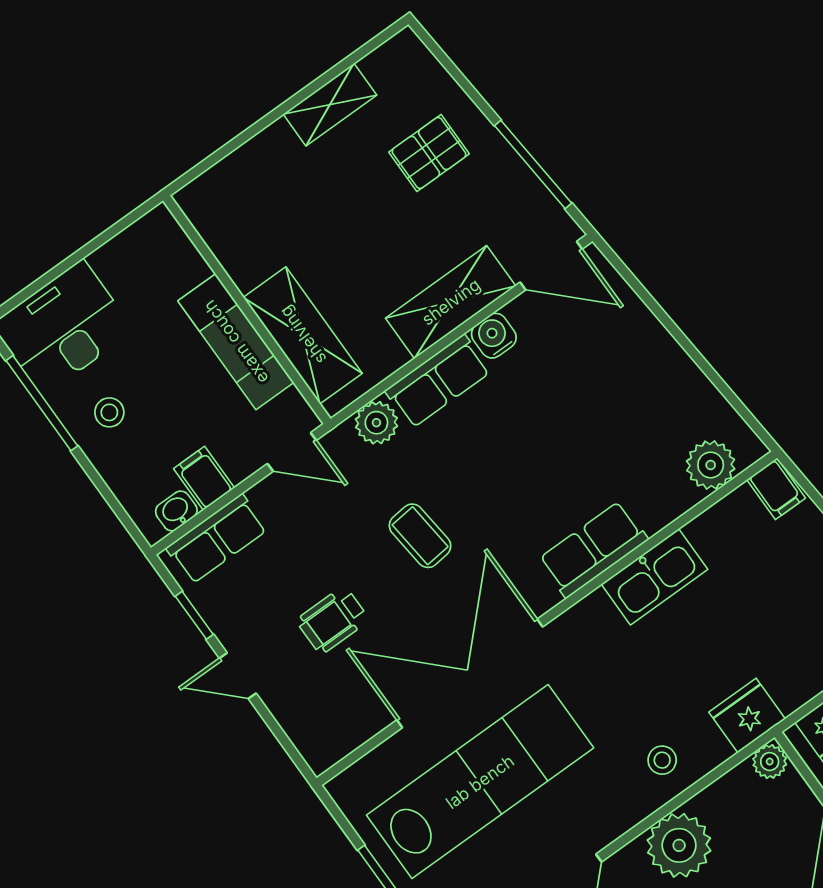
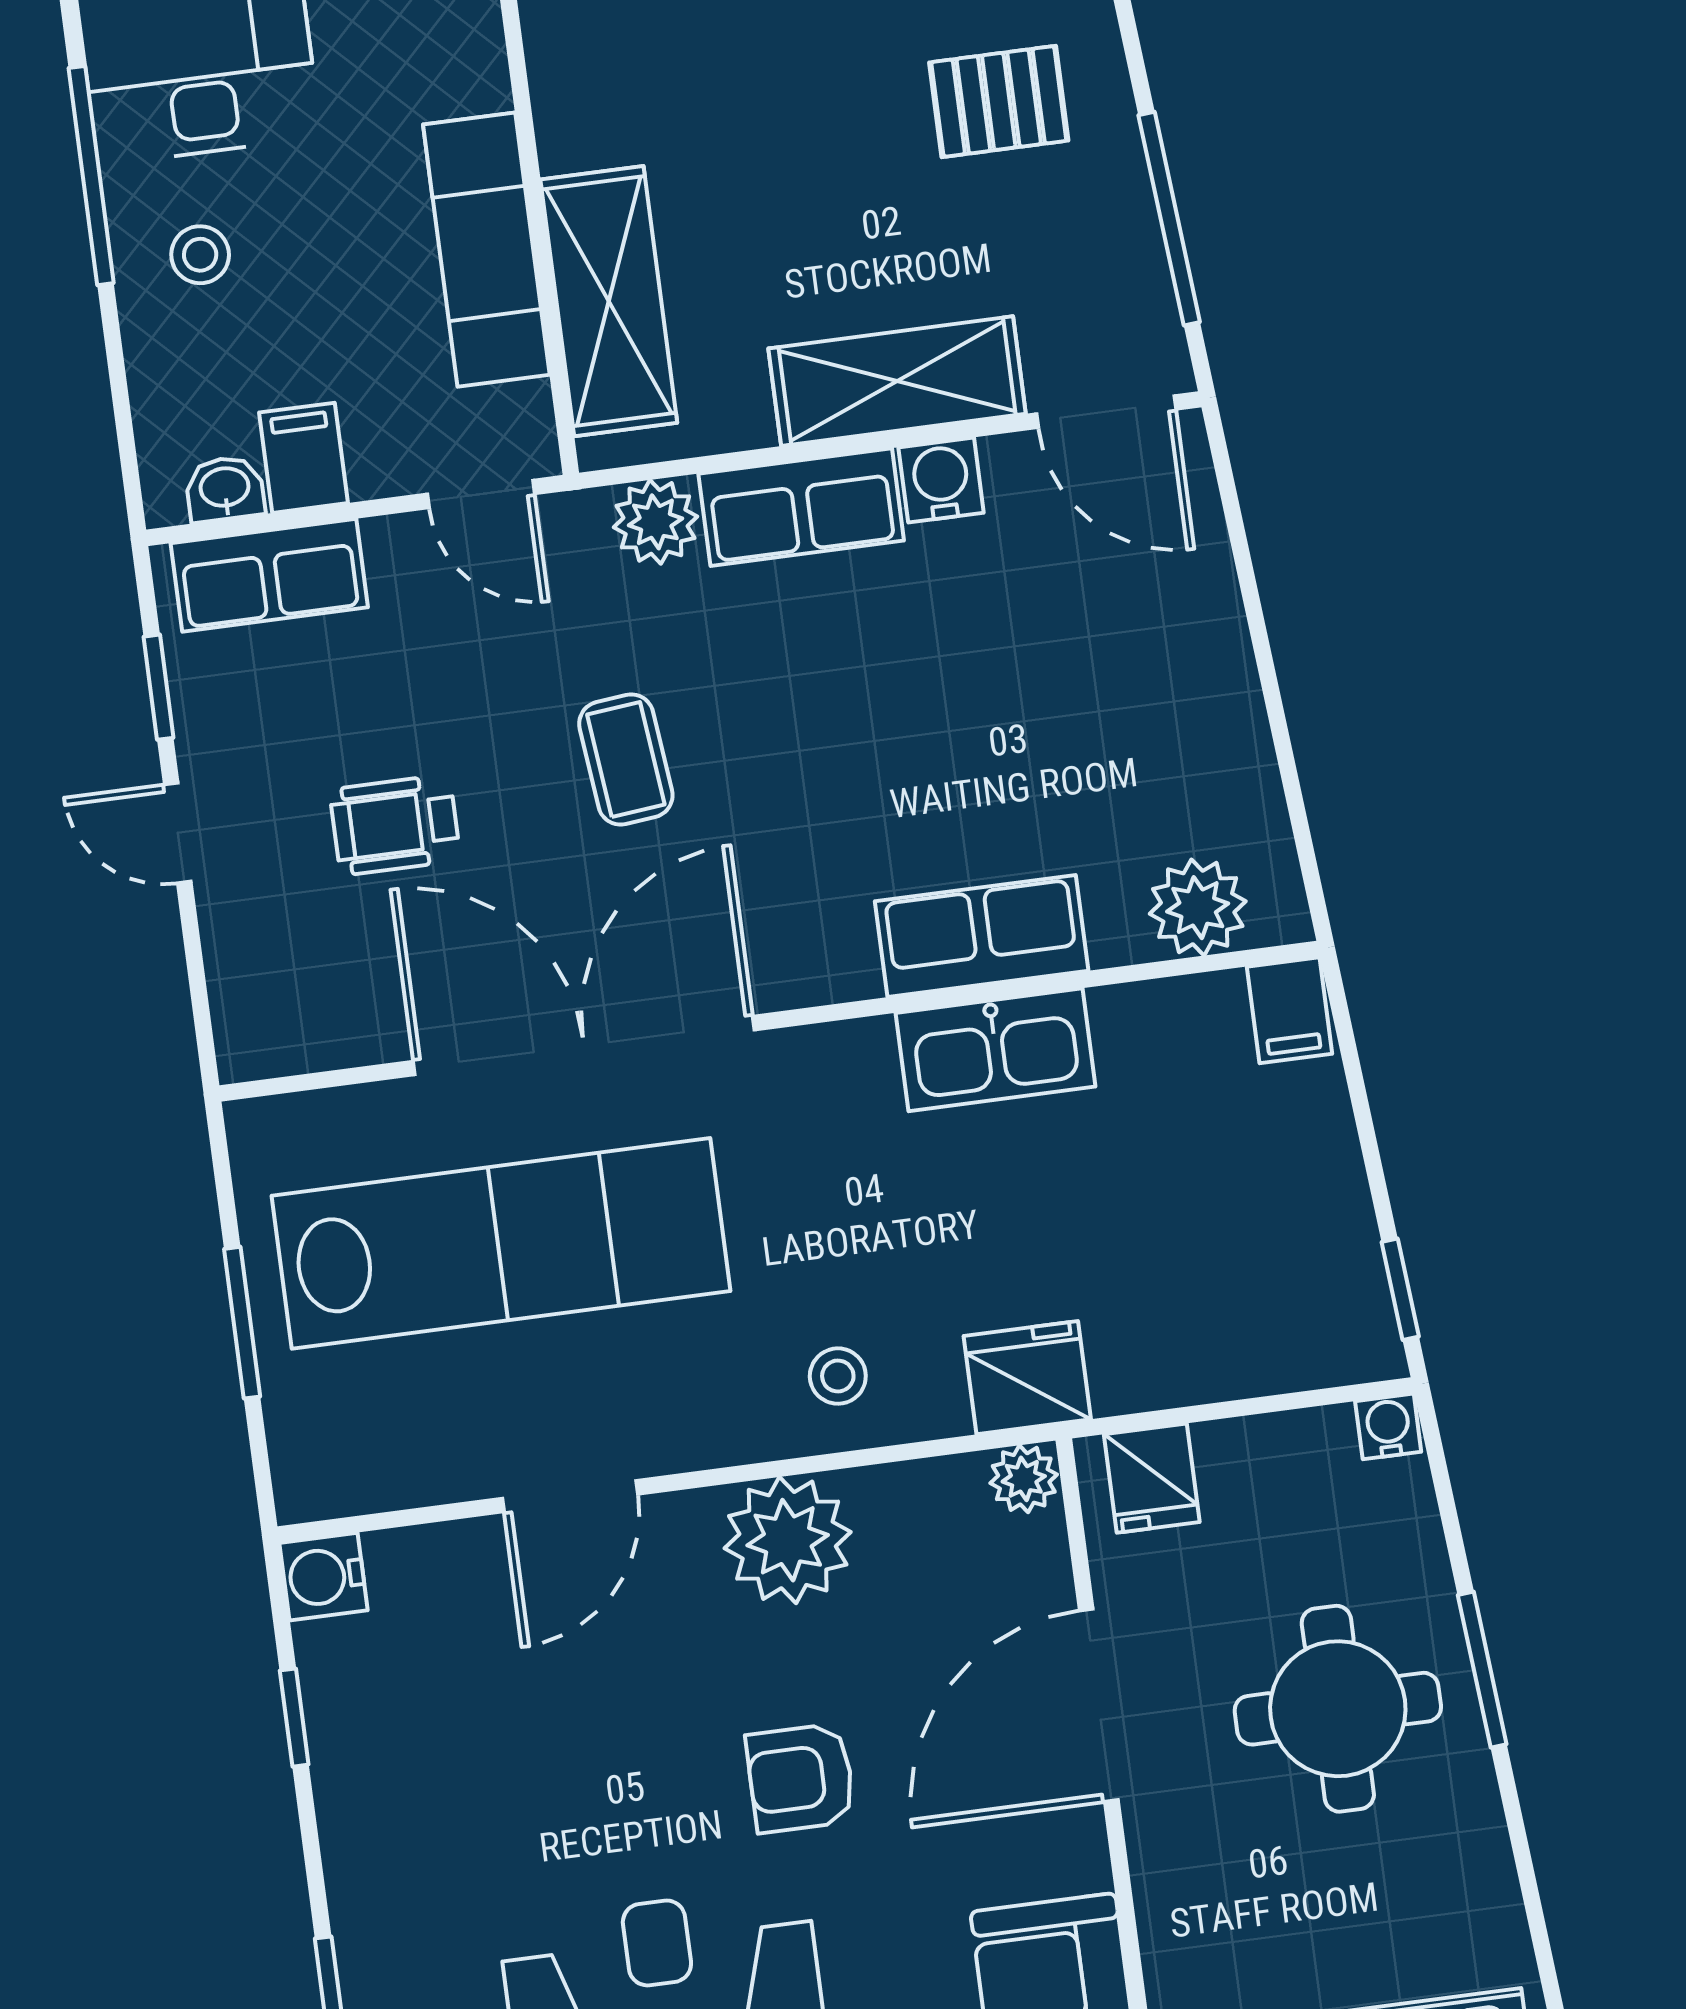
row of seats: (593, 549) -> (982, 936), moved

